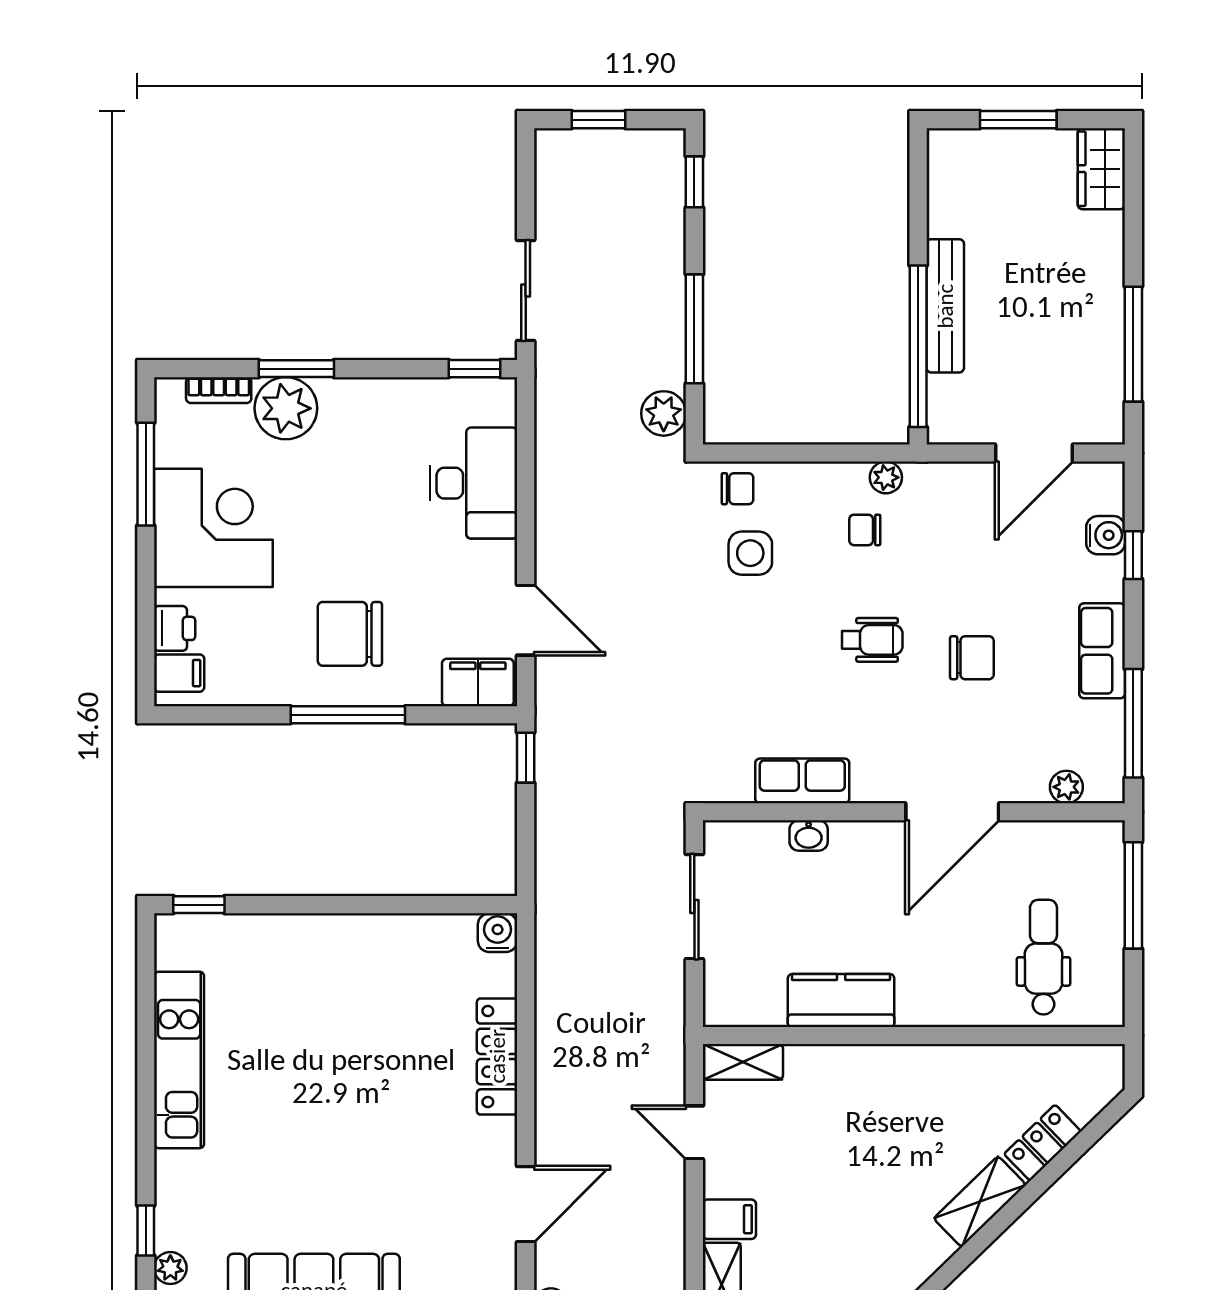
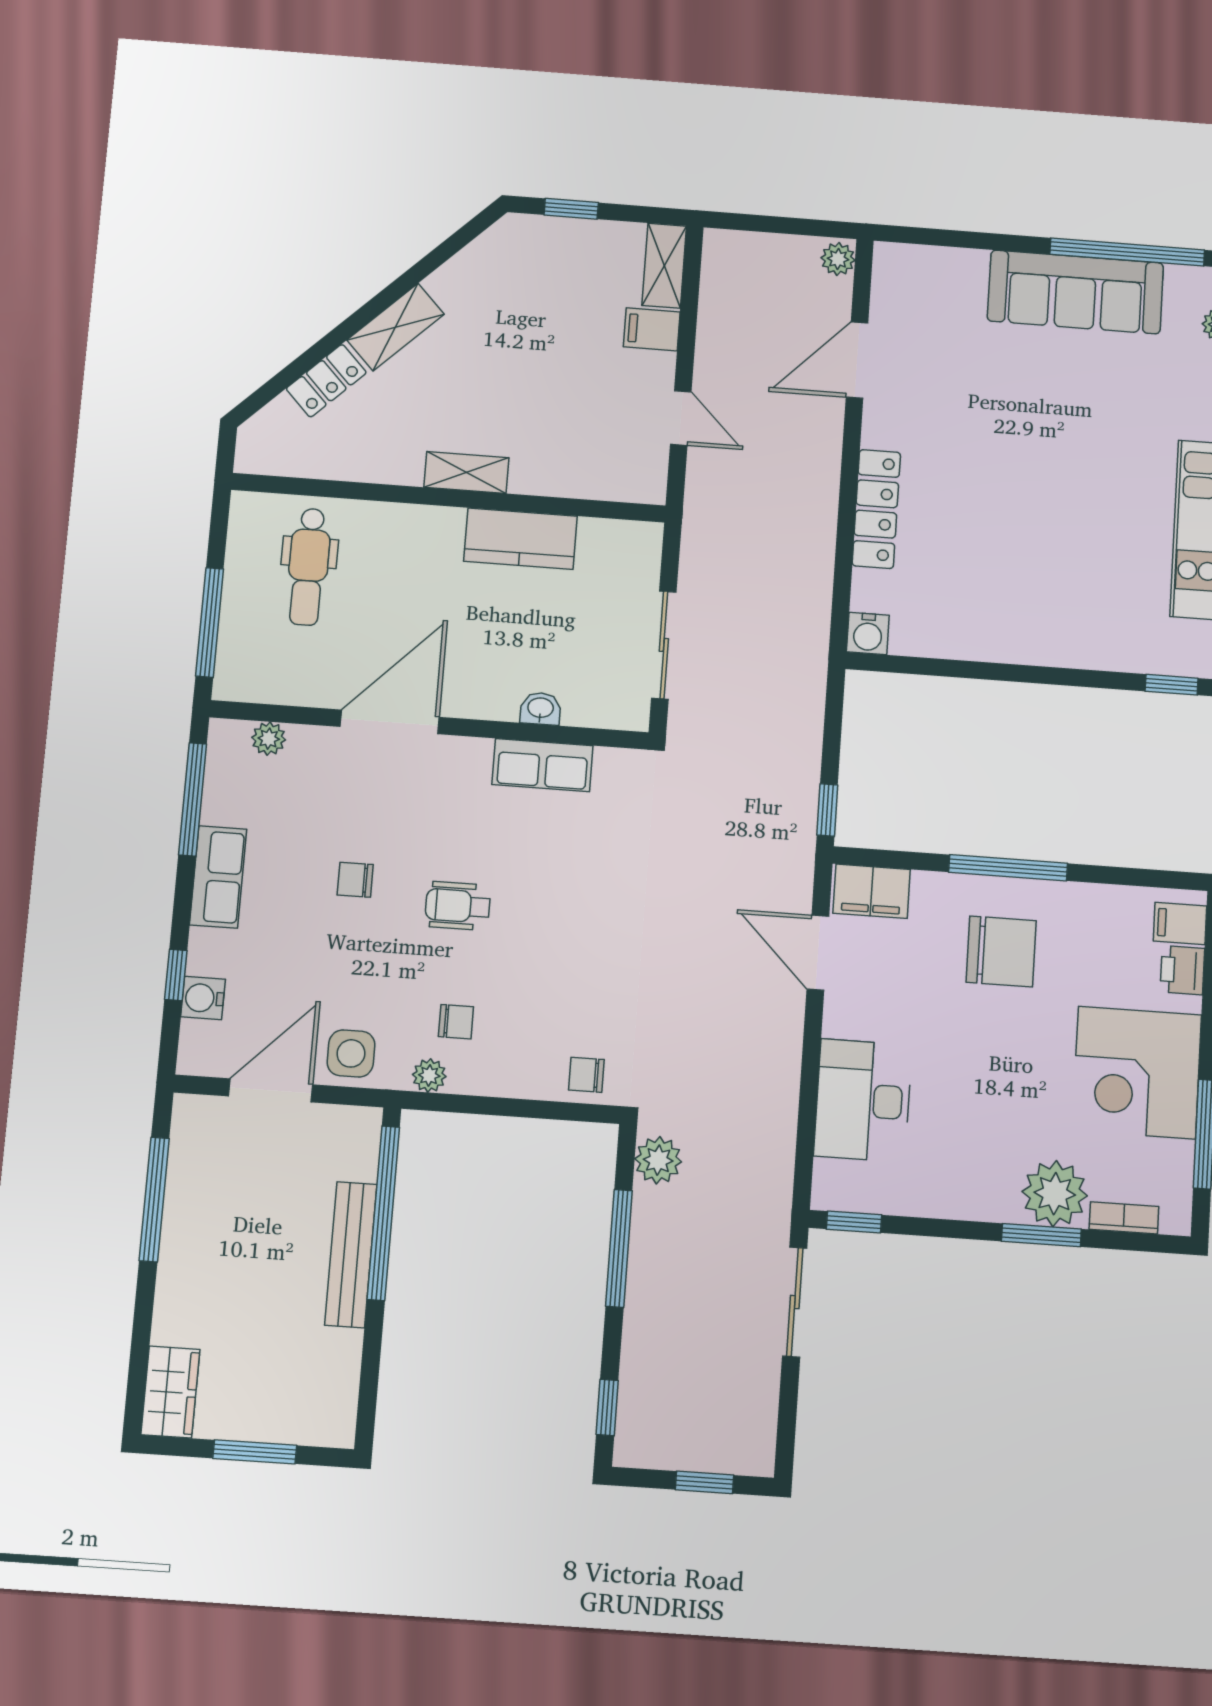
side table: (750, 553) -> (351, 1053), moved
chair: (972, 658) -> (355, 880), width x0.73, depth x0.73
shelving: (743, 1062) -> (466, 472), moved

